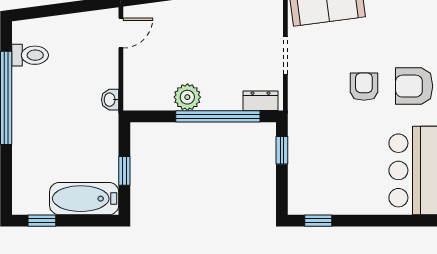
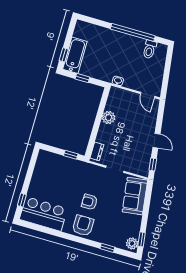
armchair: (364, 87) -> (89, 202), turned 180
window: (218, 116) -> (95, 129), removed
window: (42, 221) -> (64, 55), moved
window: (318, 221) -> (22, 200), moved

